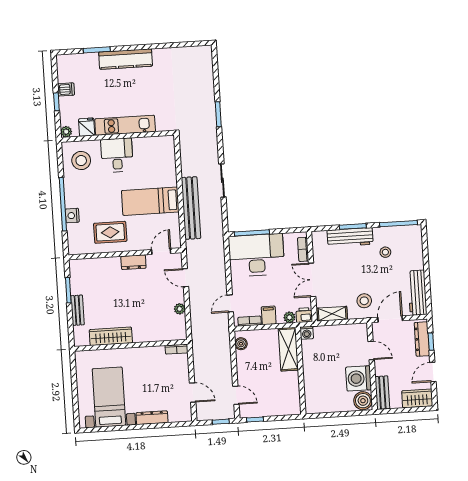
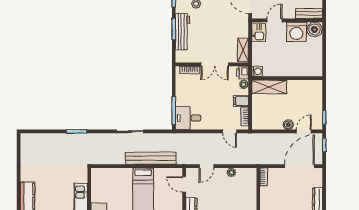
desk: (256, 255) -> (188, 118), width x0.53, depth x0.77
stool: (364, 301) -> (234, 23), removed
kitchen sink: (355, 332) -> (259, 32), added
boiler: (241, 344) -> (288, 125), moved
door: (193, 393) -> (299, 166), width x1.87

